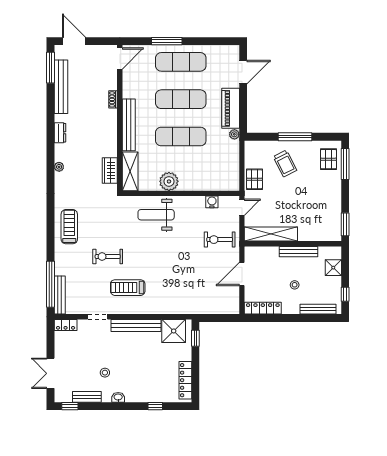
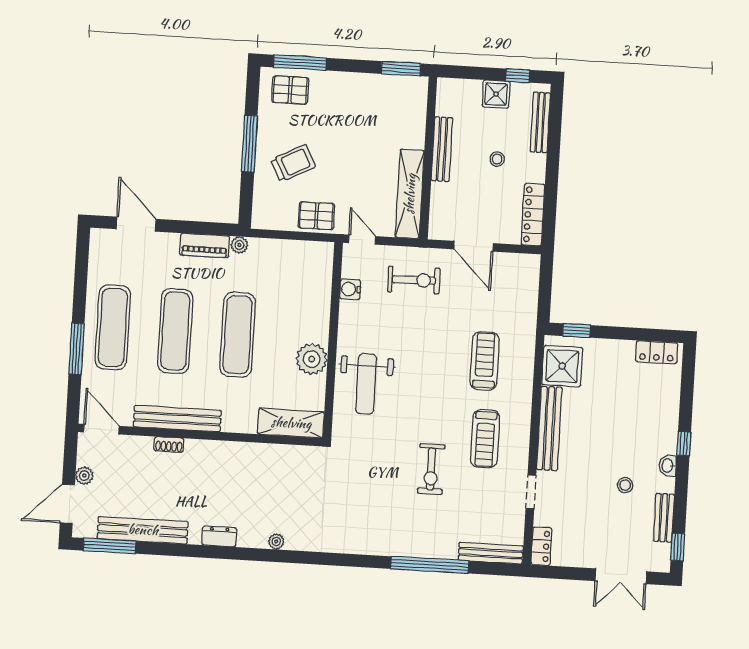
plant: (91, 50) -> (84, 476), added
piano: (231, 108) -> (205, 246), width x0.73, depth x0.75
bench: (129, 125) -> (177, 419), moved
wardrobe: (110, 171) -> (288, 457), removed
treadmill: (69, 227) -> (485, 361), moved, turned 90
exercise bike: (220, 240) -> (414, 280), turned -91
shower: (333, 268) -> (496, 94), moved
window: (51, 284) -> (430, 565), moved
locker: (185, 380) -> (657, 352), width x0.66
window: (155, 406) -> (684, 444), moved

